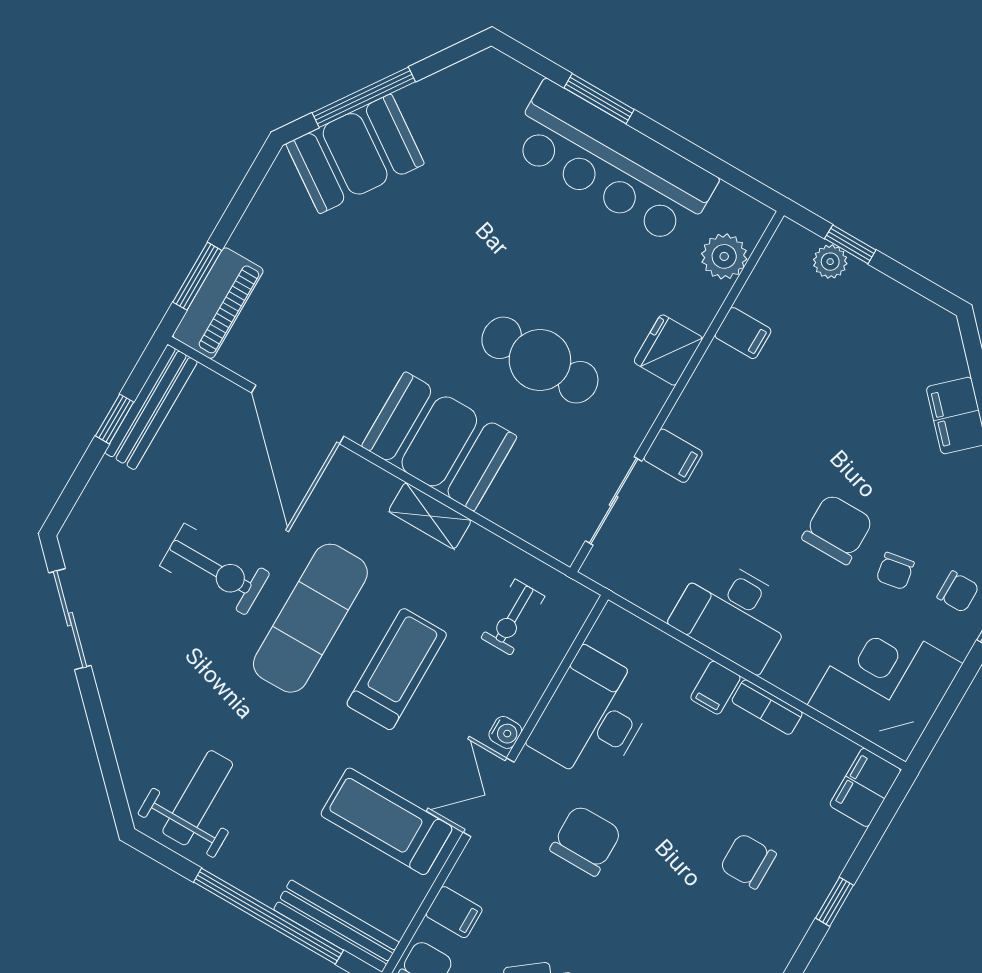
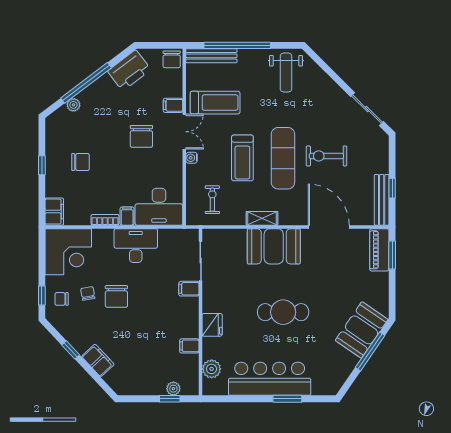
cafe table: (540, 360) -> (283, 312), moved
desk: (593, 716) -> (159, 207), moved, turned 90
filing cabinet: (454, 912) -> (173, 105), moved

